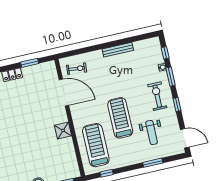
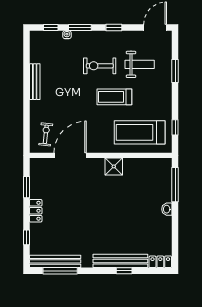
exercise bike: (157, 96) -> (100, 66), moved
treadmill: (120, 118) -> (114, 97), width x0.73, depth x0.73

